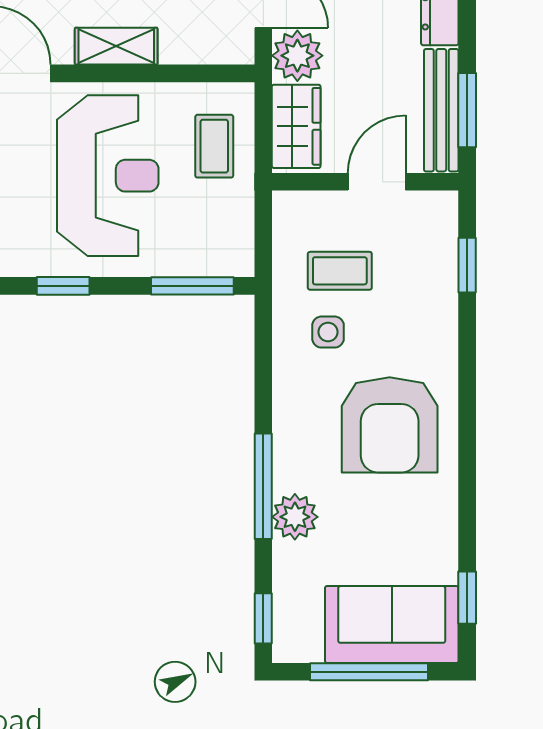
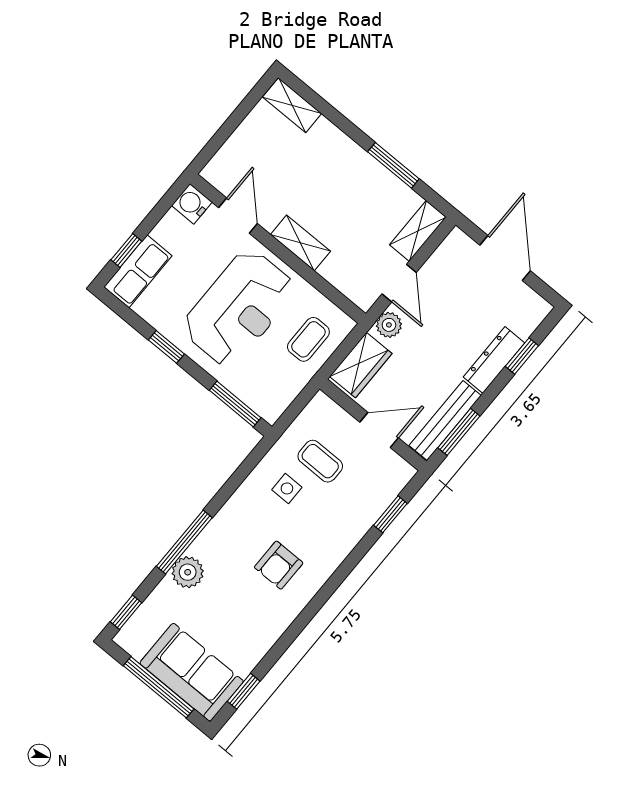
plant: (297, 56) -> (389, 325), width x0.73, depth x0.73
armchair: (390, 425) -> (279, 565), width x0.53, depth x0.53

